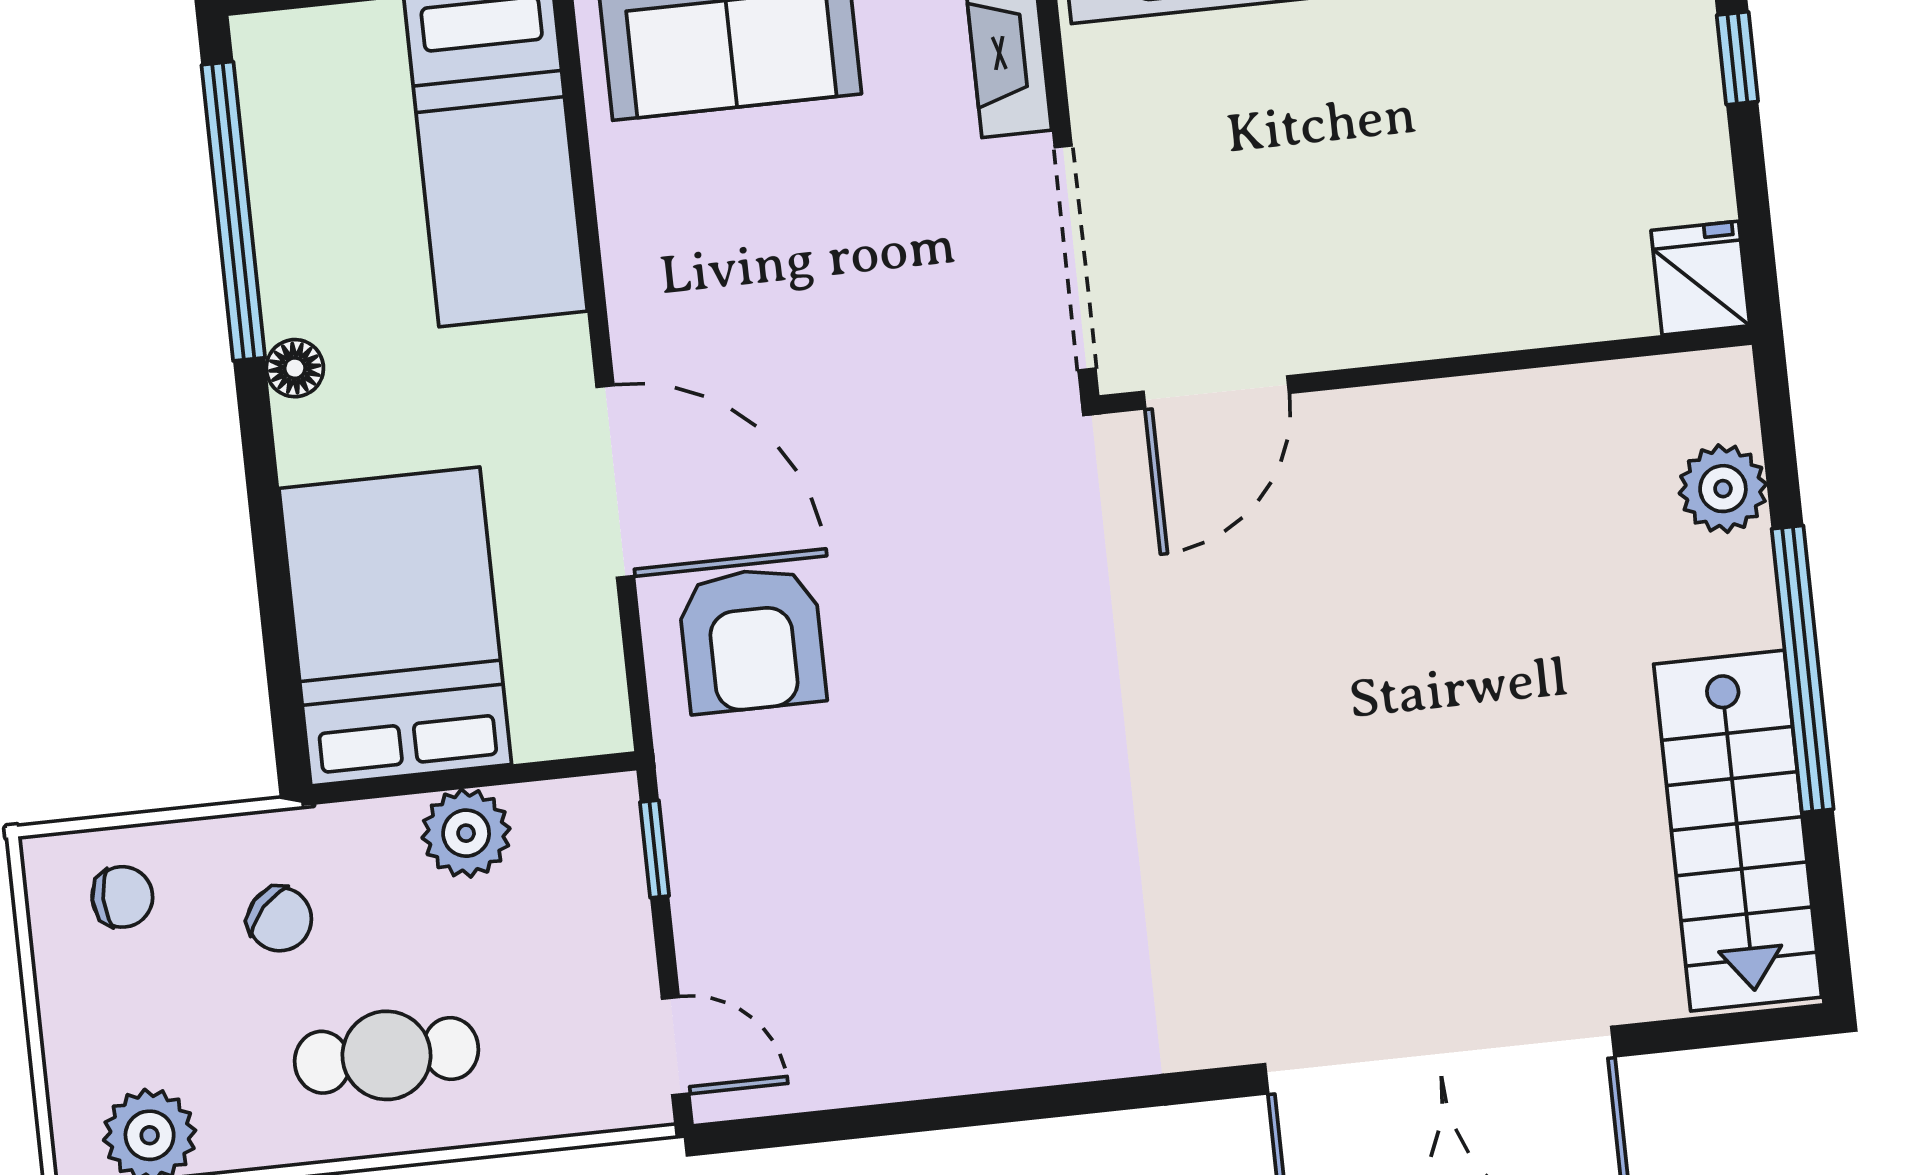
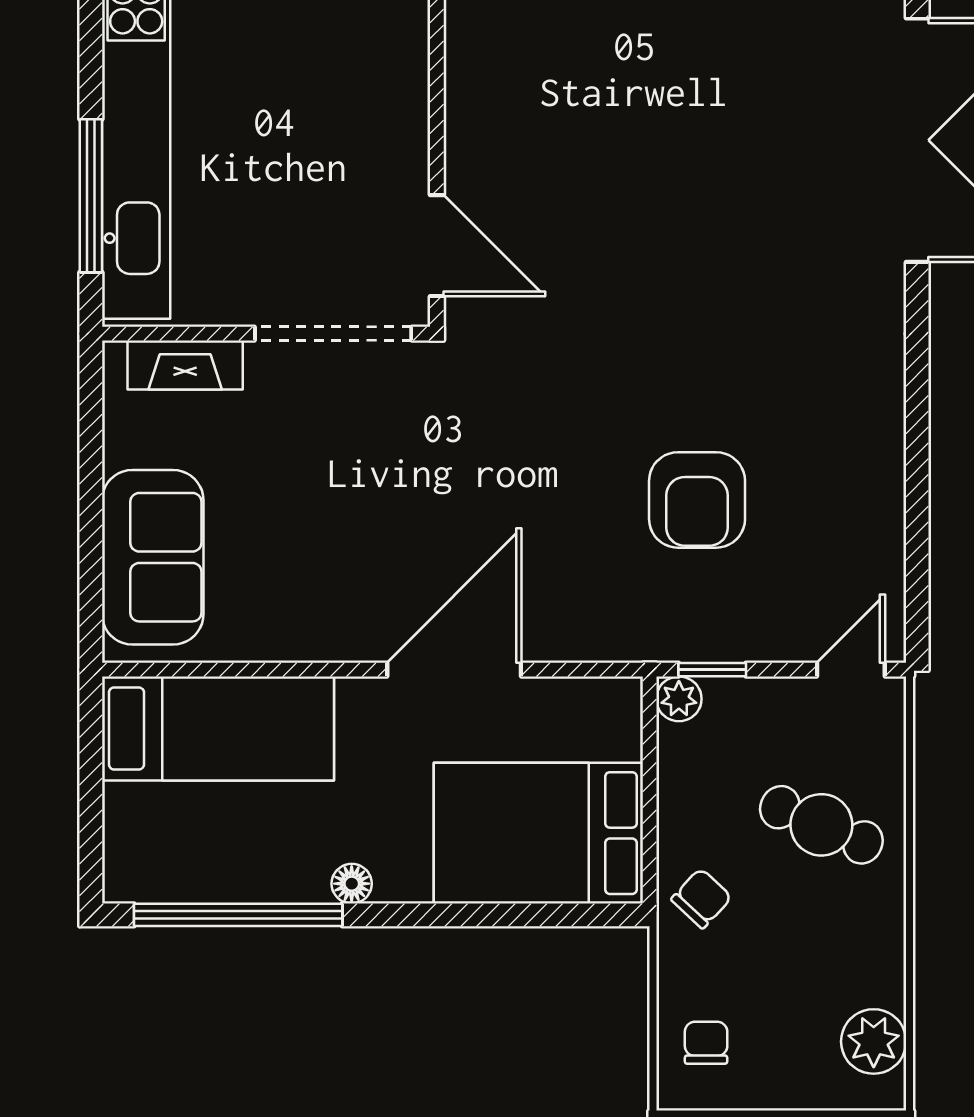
armchair: (752, 640) -> (697, 500), moved, turned 90
plant: (466, 833) -> (679, 699), moved, width x0.73, depth x0.73
chair: (280, 919) -> (702, 898), moved
cafe table: (387, 1055) -> (821, 825), moved, turned -67

